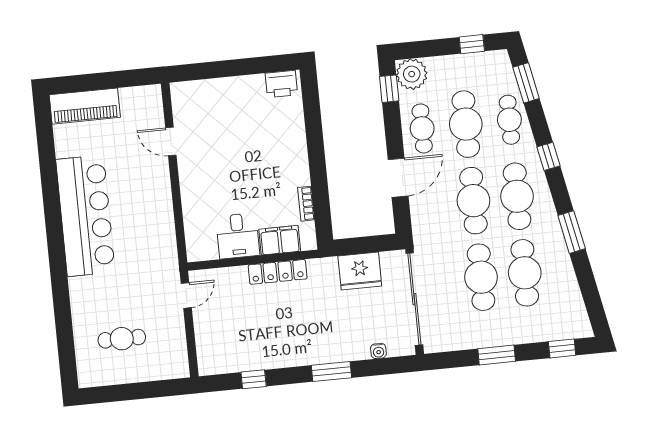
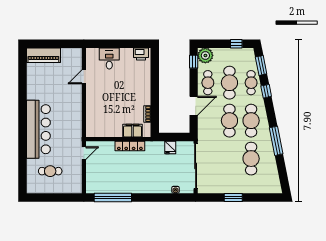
door: (171, 142) -> (84, 77), hinge flipped
window: (548, 156) -> (266, 91), moved
bar counter: (85, 216) -> (38, 129), moved
window: (572, 232) -> (276, 141), width x1.44
desk: (238, 236) -> (109, 58), moved, turned 180
fridge: (360, 271) -> (170, 147), width x0.53, depth x0.75
cafe table: (481, 277) -> (229, 159), removed
window: (562, 348) -> (266, 198), removed
window: (331, 372) -> (151, 198), removed
window: (254, 379) -> (113, 198), width x3.17

